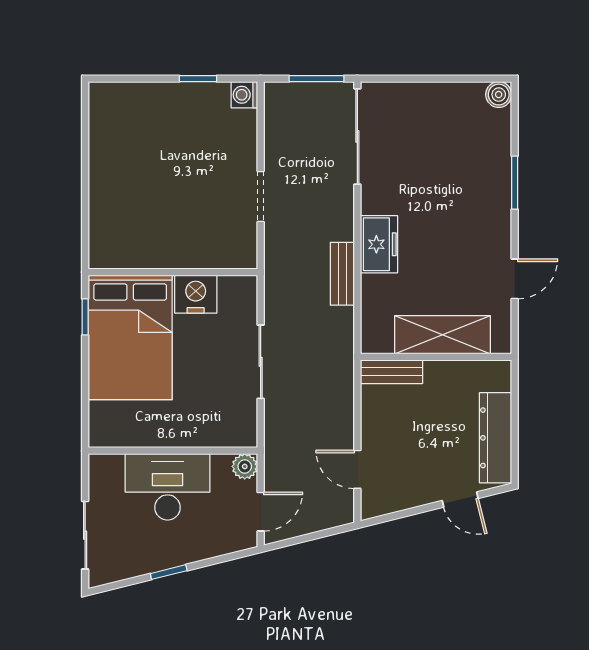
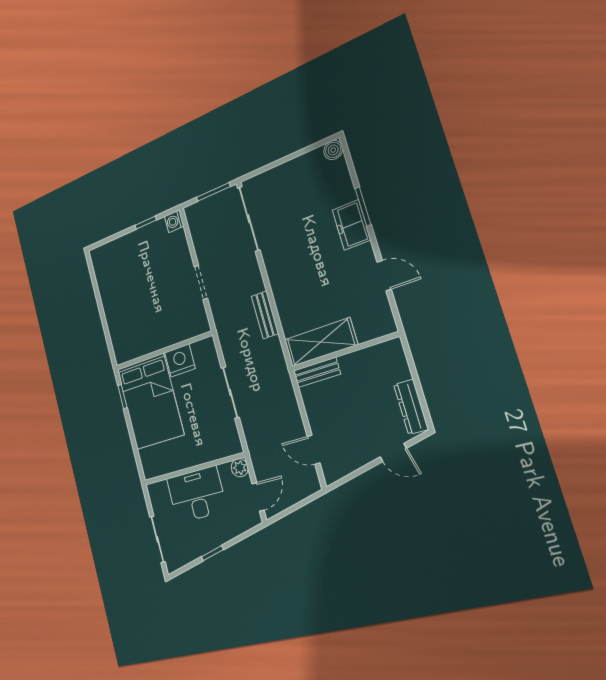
freezer: (379, 244) -> (351, 225), moved, turned 180
door: (515, 279) -> (384, 276), hinge flipped
shelving: (442, 335) -> (321, 342), moved
dresser: (496, 438) -> (411, 407), width x0.73, depth x0.80

